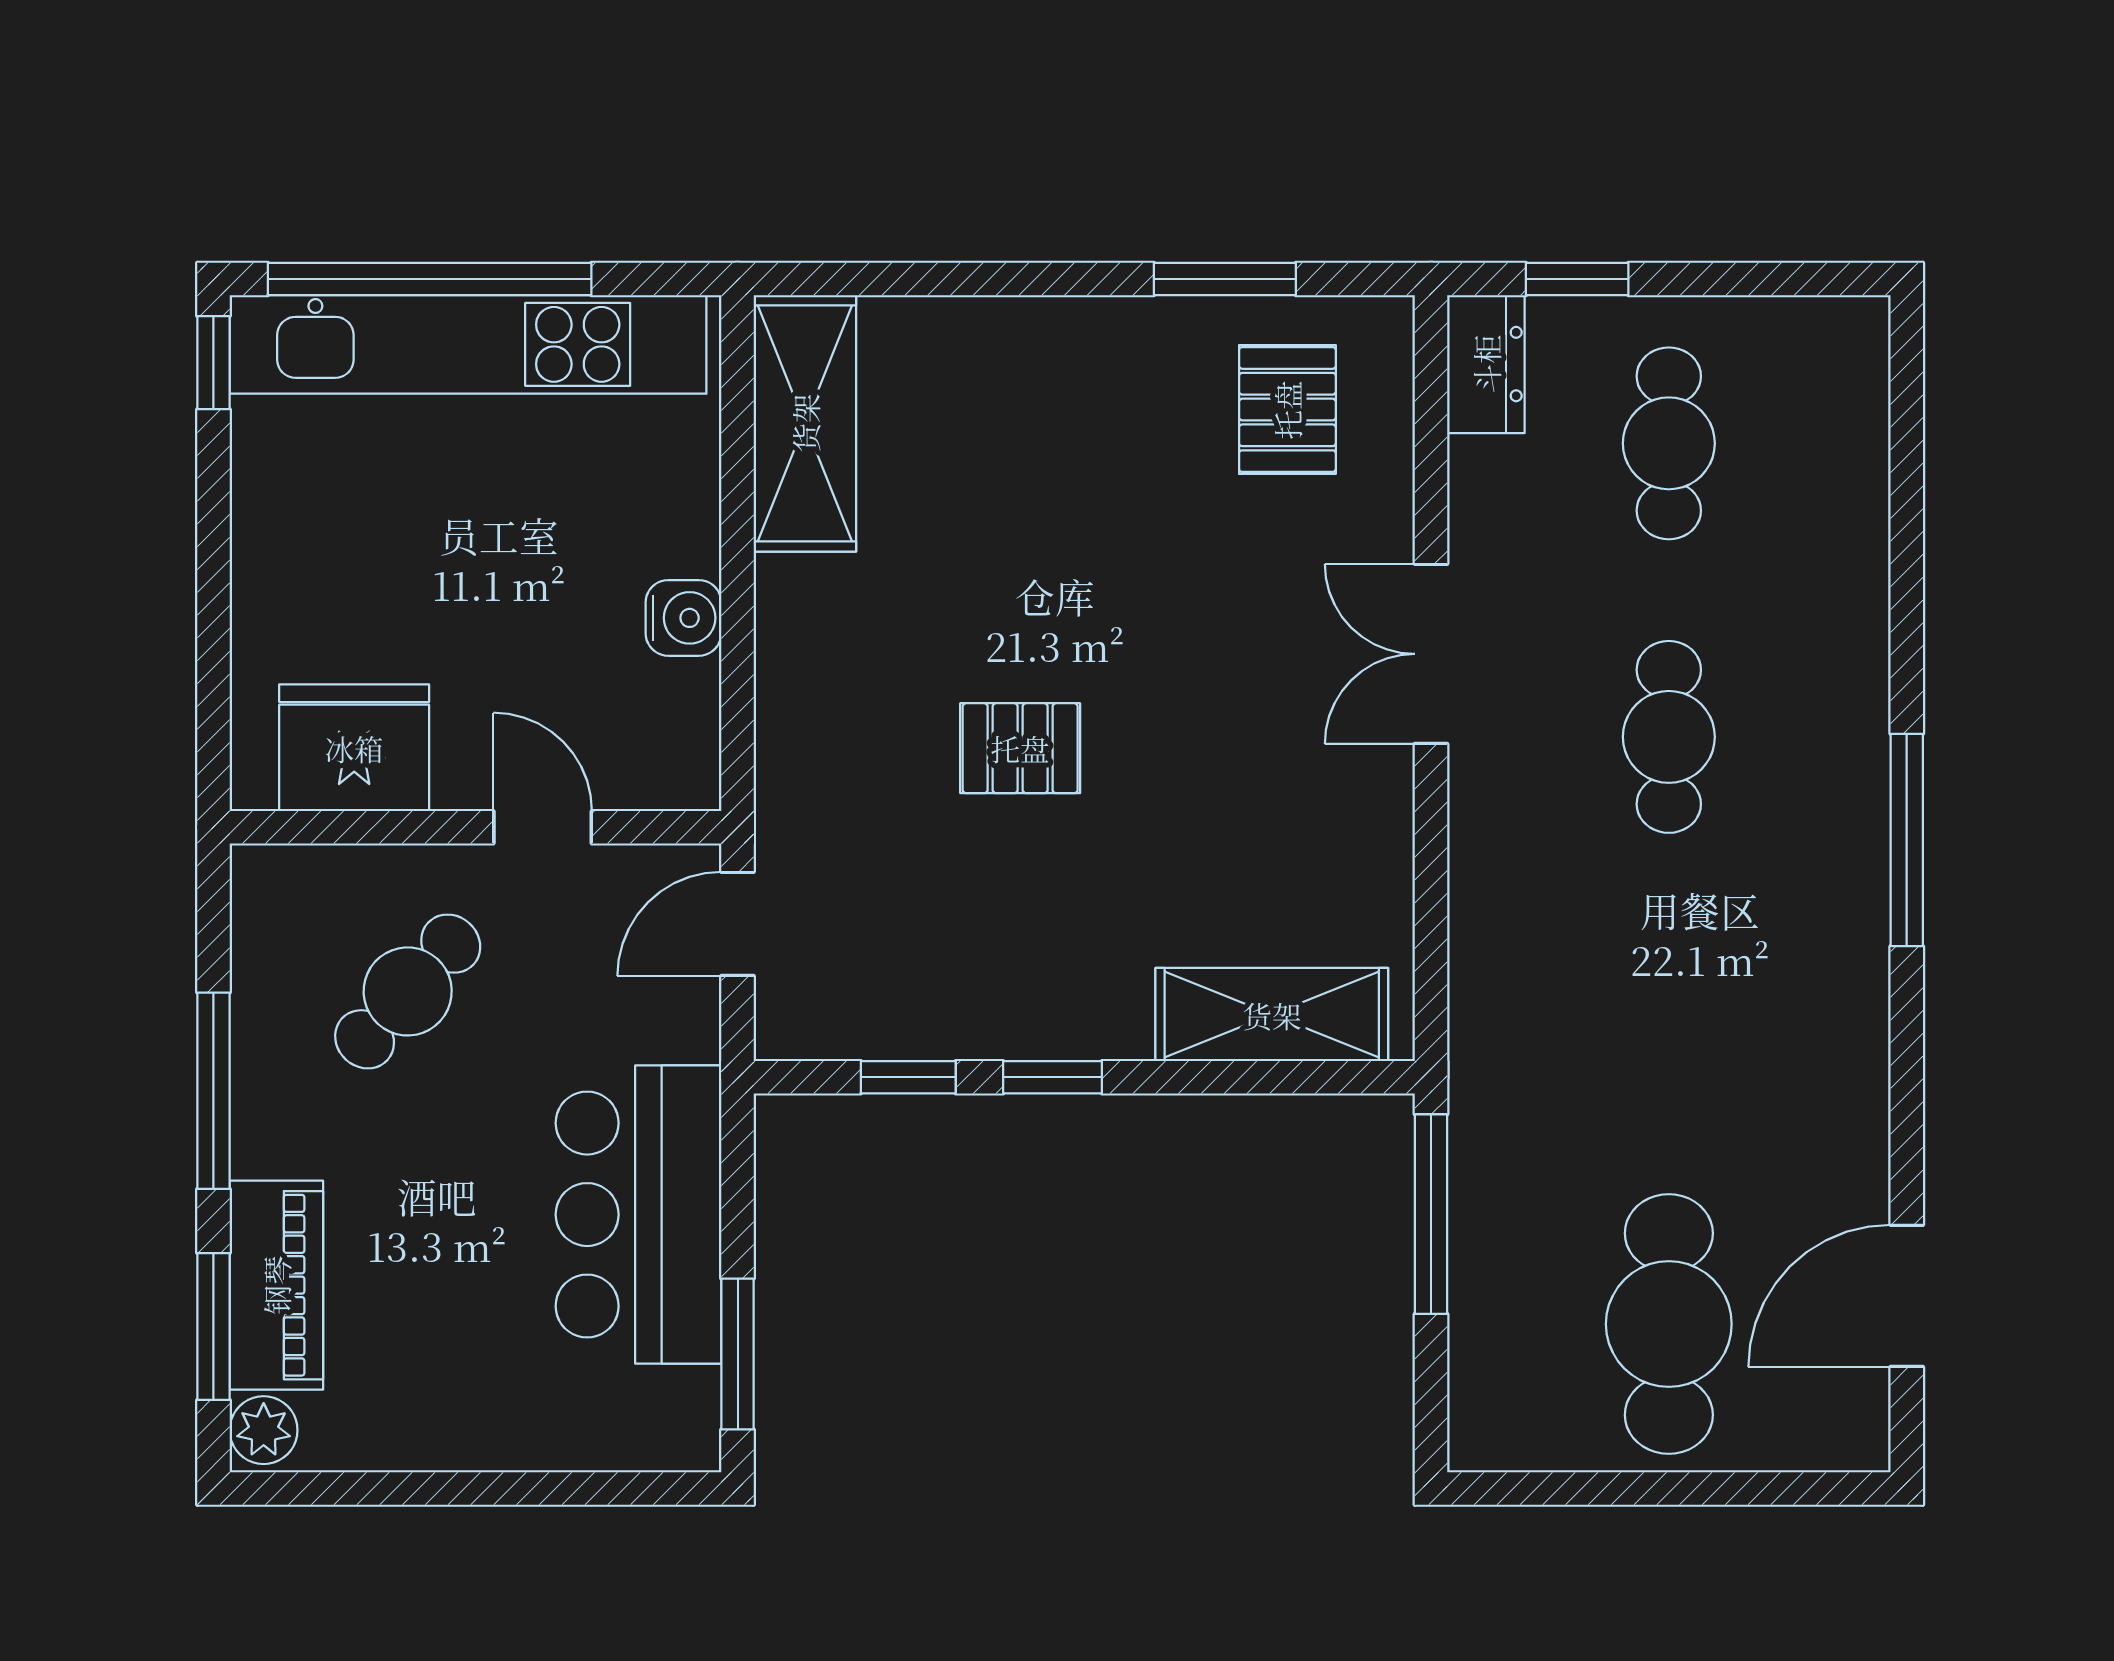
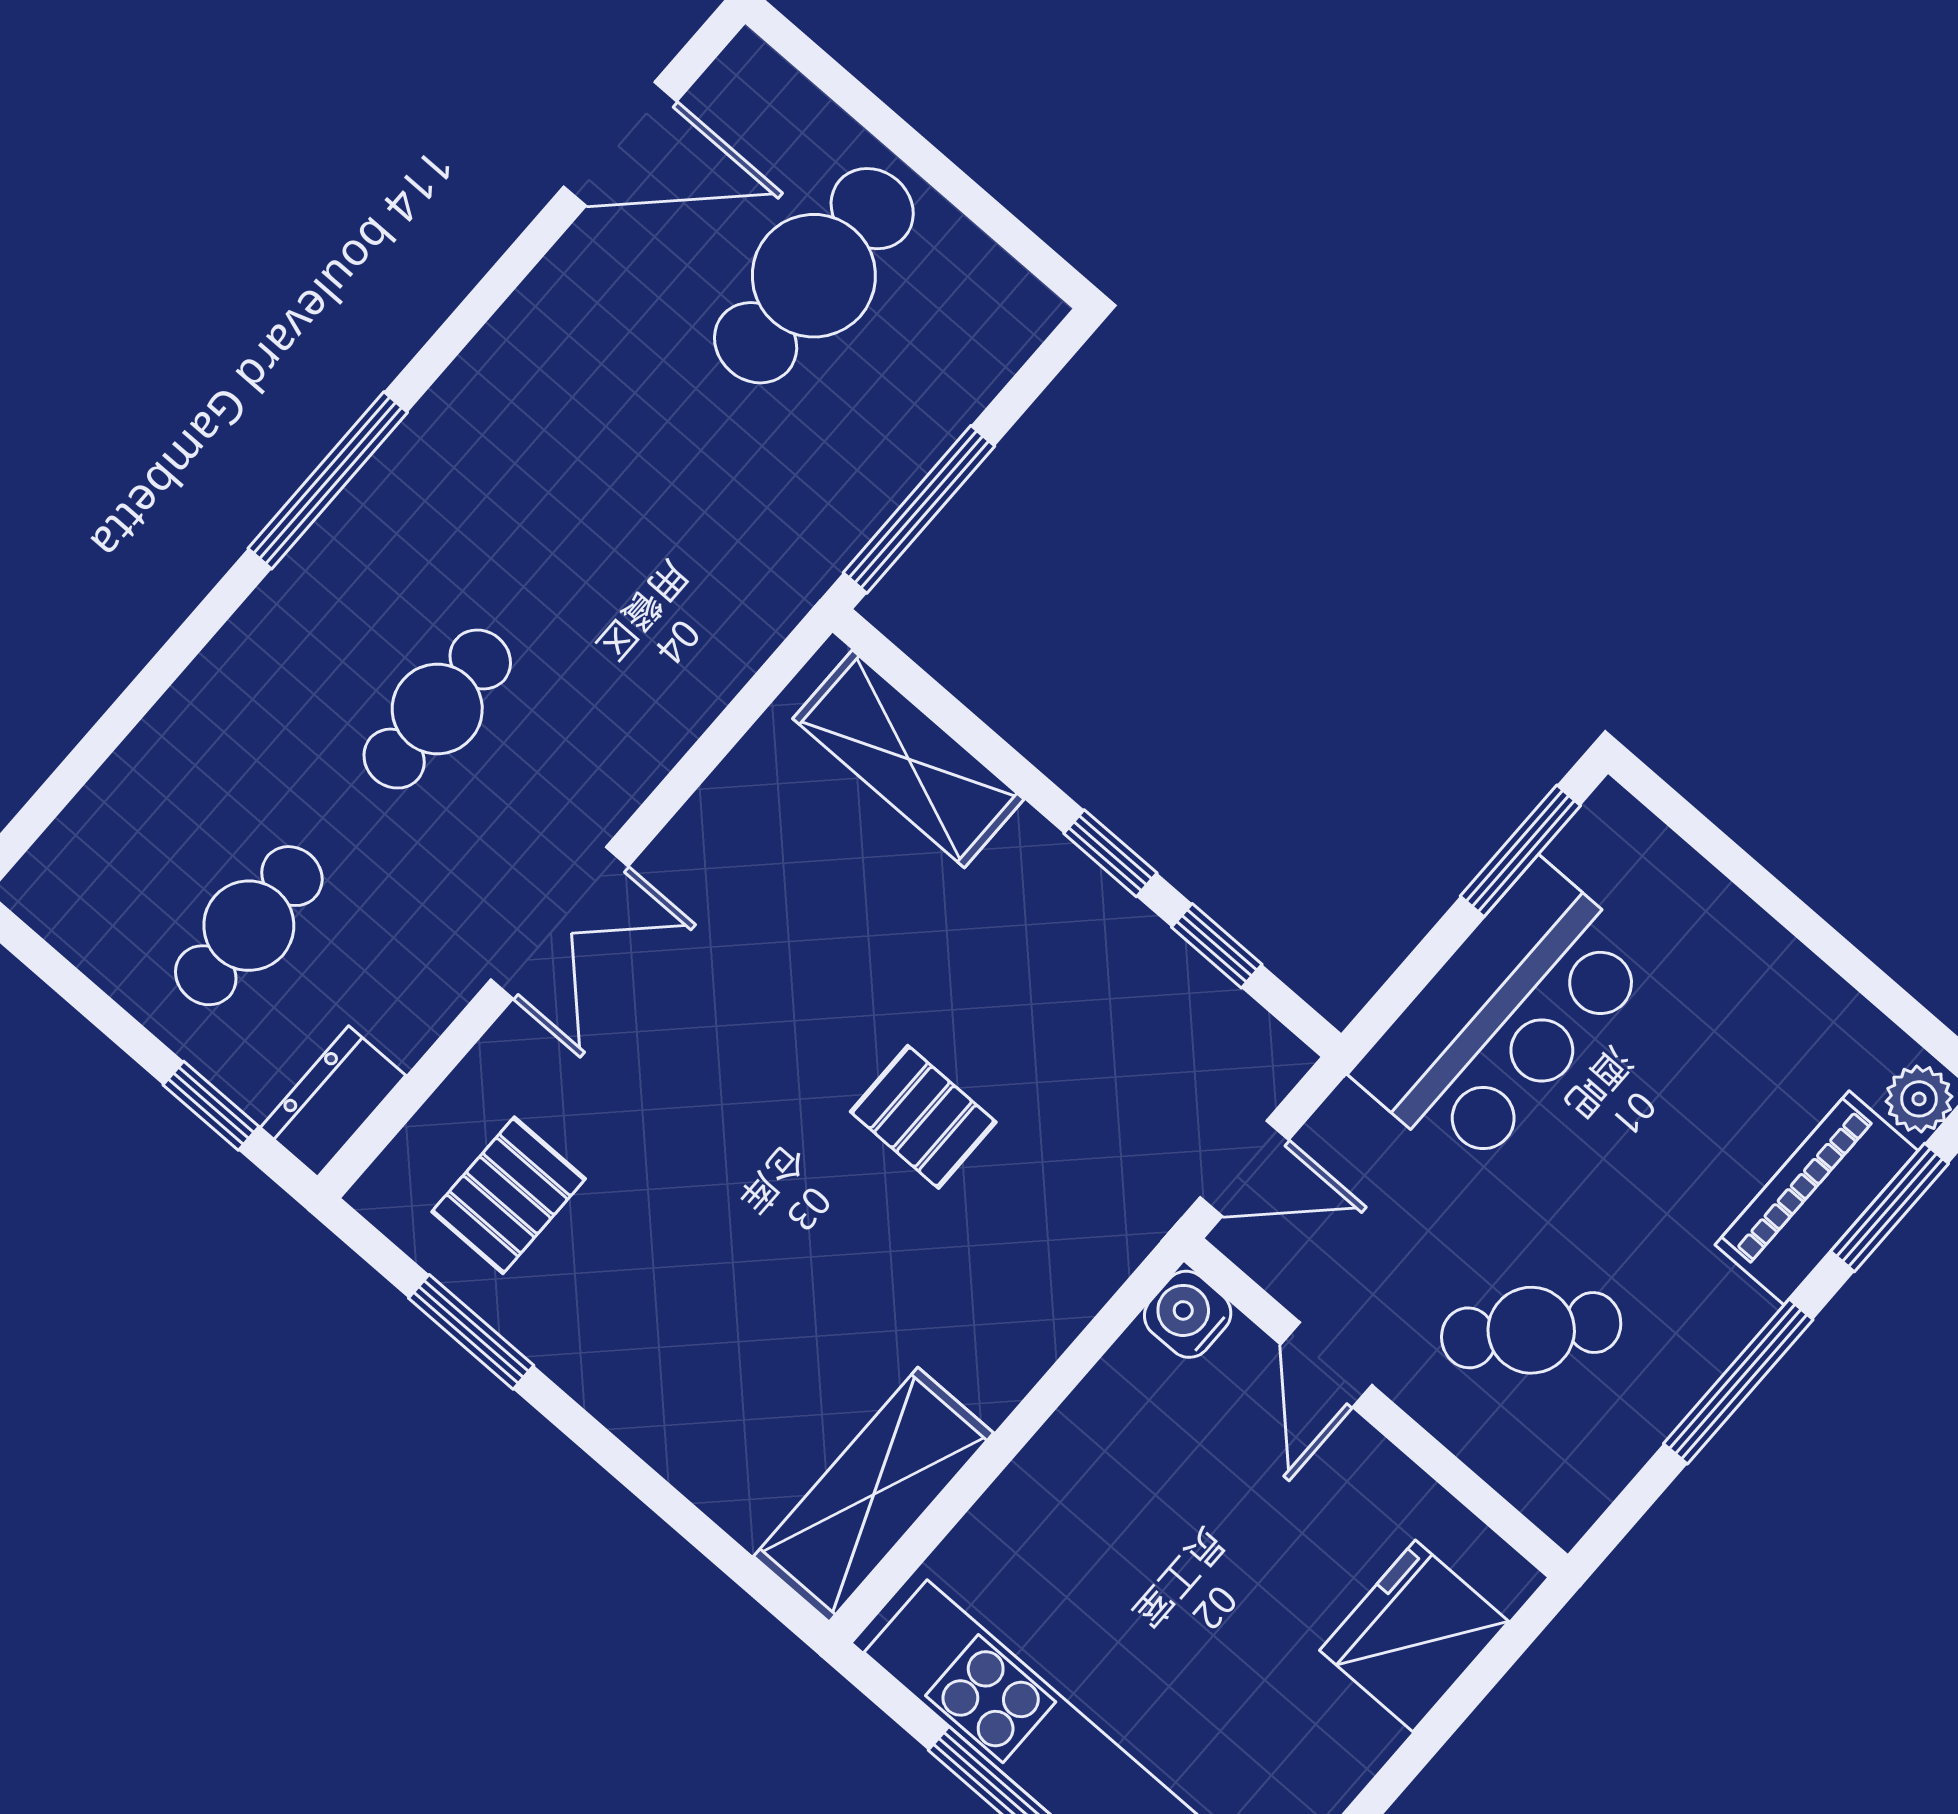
water cooler: (684, 618) -> (1188, 1314), moved
fridge: (354, 748) -> (1414, 1636), moved, turned 90

